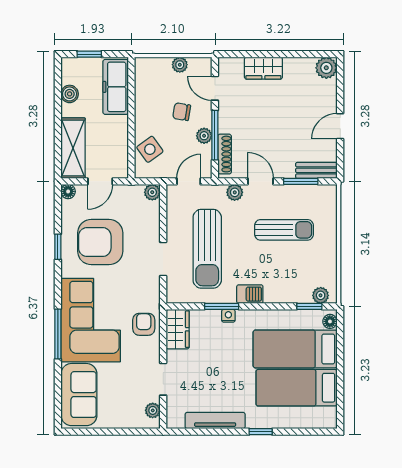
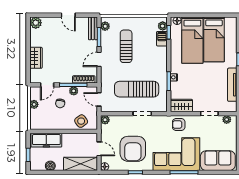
plant: (235, 192) -> (105, 26), moved
sun lounger: (207, 249) -> (137, 89), turned 180
barbecue: (250, 294) -> (162, 39), moved

